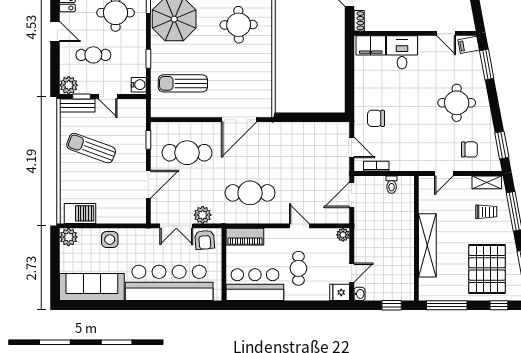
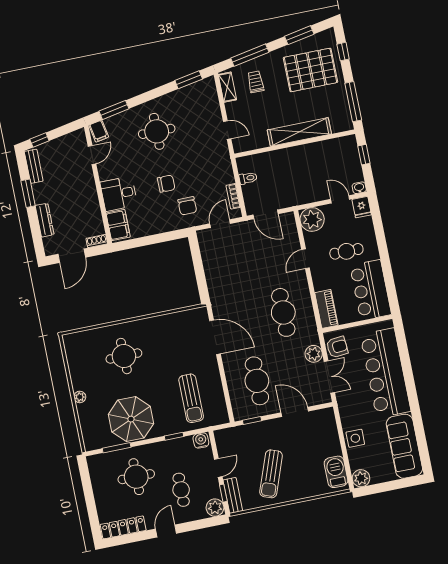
chair: (469, 149) -> (166, 184), moved, turned 90
plant: (343, 235) -> (312, 219), width x1.87, depth x1.87

